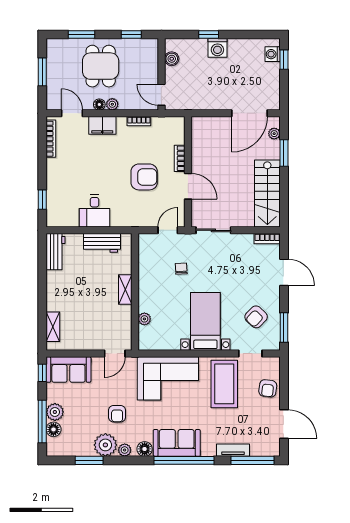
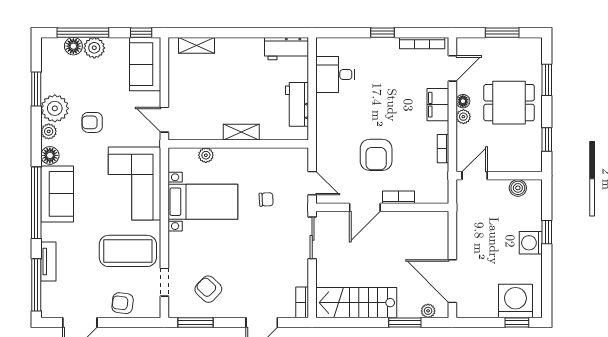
washing machine: (273, 54) -> (515, 301), width x1.89, depth x1.89
window: (42, 200) -> (382, 33), moved
desk: (94, 211) -> (335, 75), moved
bed with nightstands: (205, 321) -> (203, 202), moved

